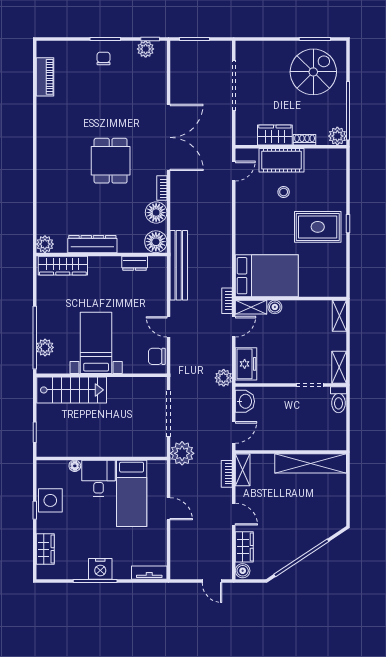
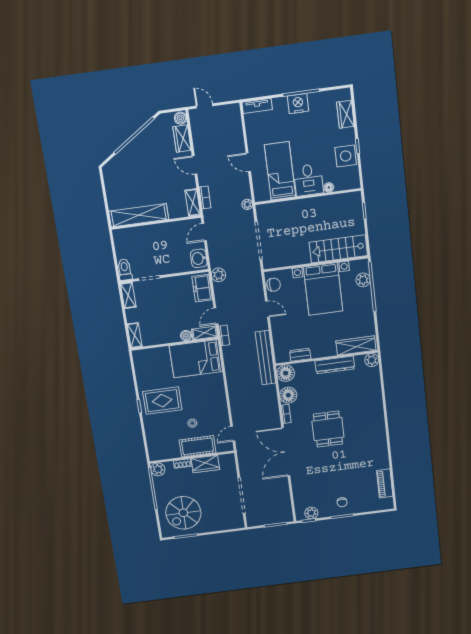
bed with nightstands: (96, 343) -> (323, 289), width x1.36
plant: (182, 453) -> (247, 204), width x0.53, depth x0.53

